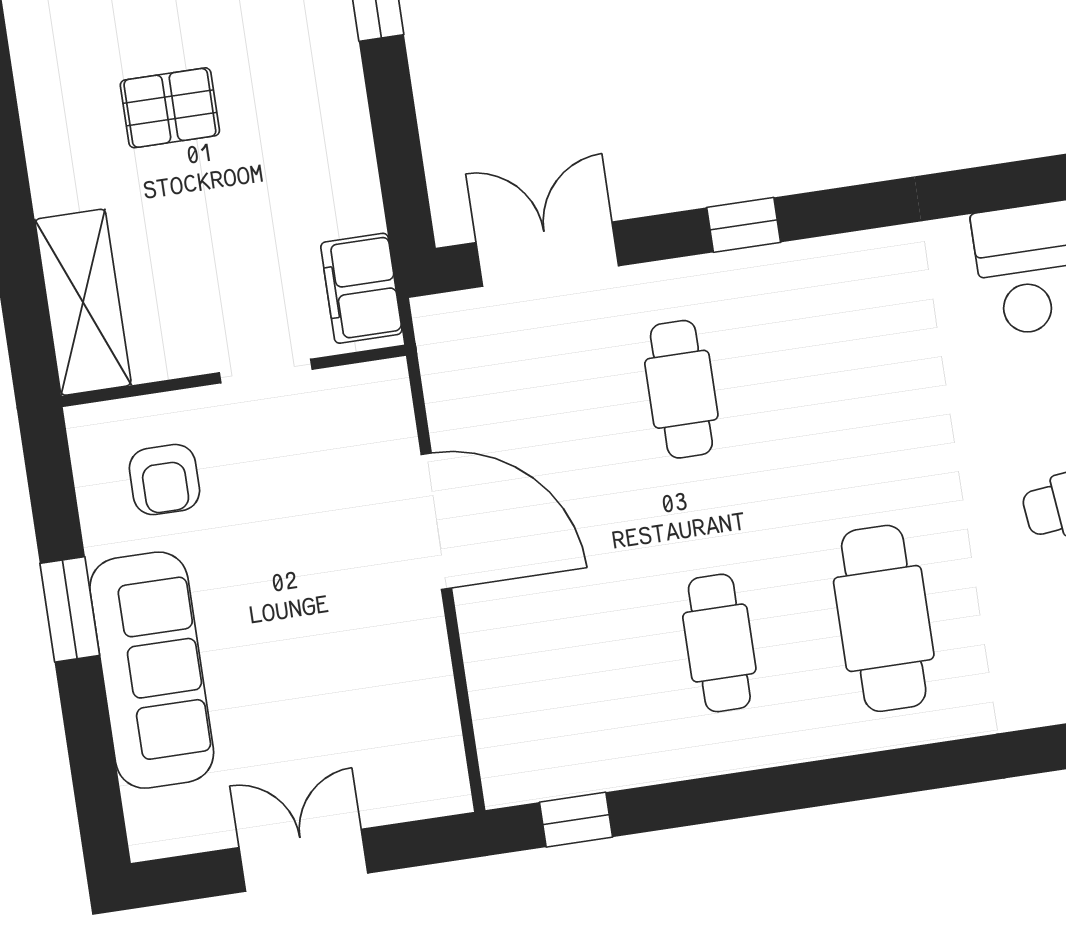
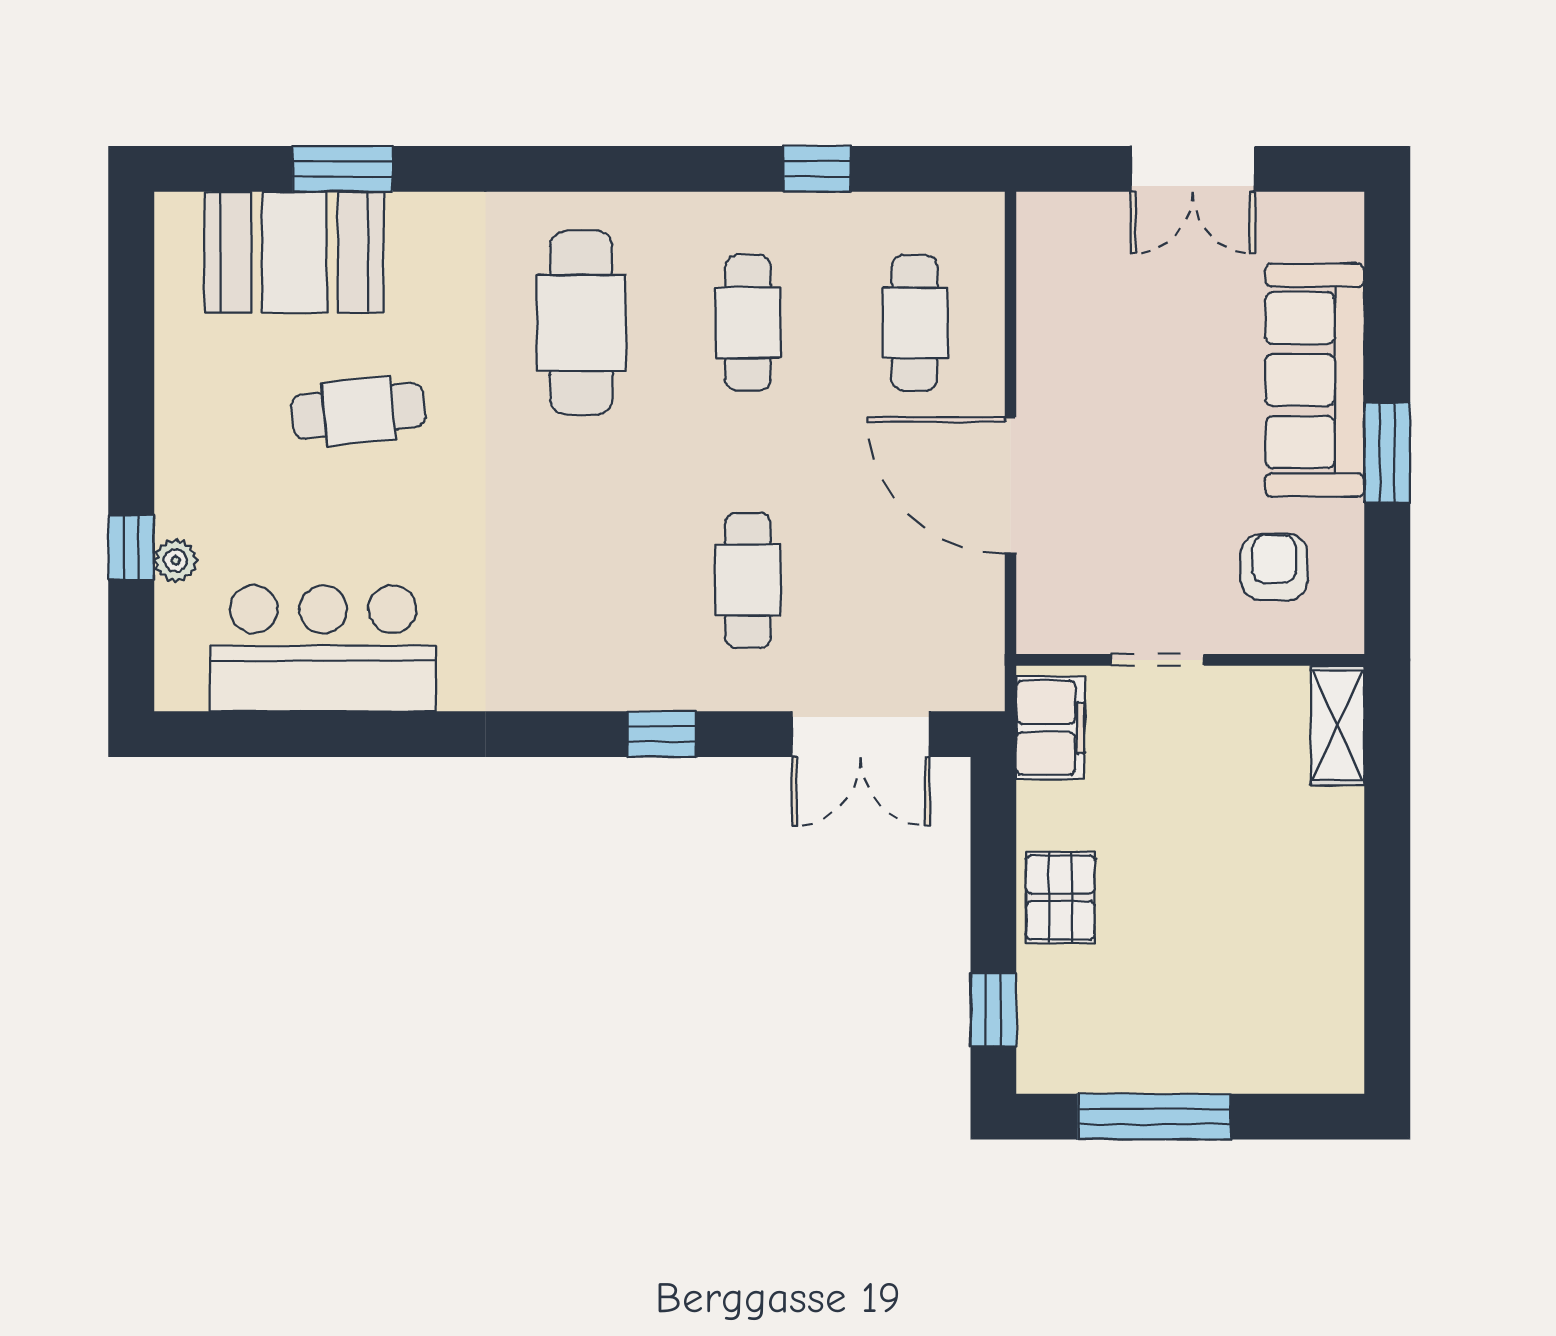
pallet: (170, 108) -> (1060, 897), moved, turned 90
shelving: (83, 302) -> (1338, 725), width x0.67, depth x0.75
cafe table: (555, 668) -> (915, 323), added
window: (576, 820) -> (817, 169), moved

